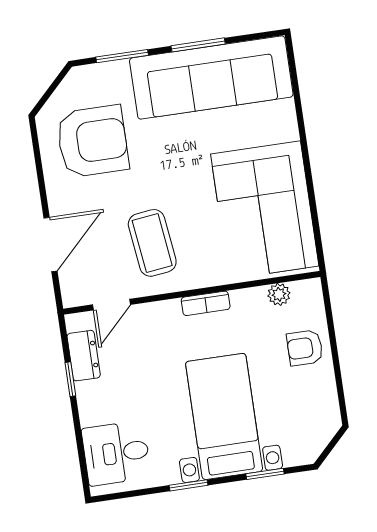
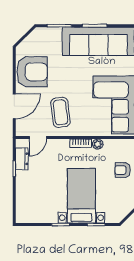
armchair: (92, 141) -> (32, 72), moved
plant: (279, 294) -> (98, 144), moved
desk: (116, 453) -> (30, 205), removed

